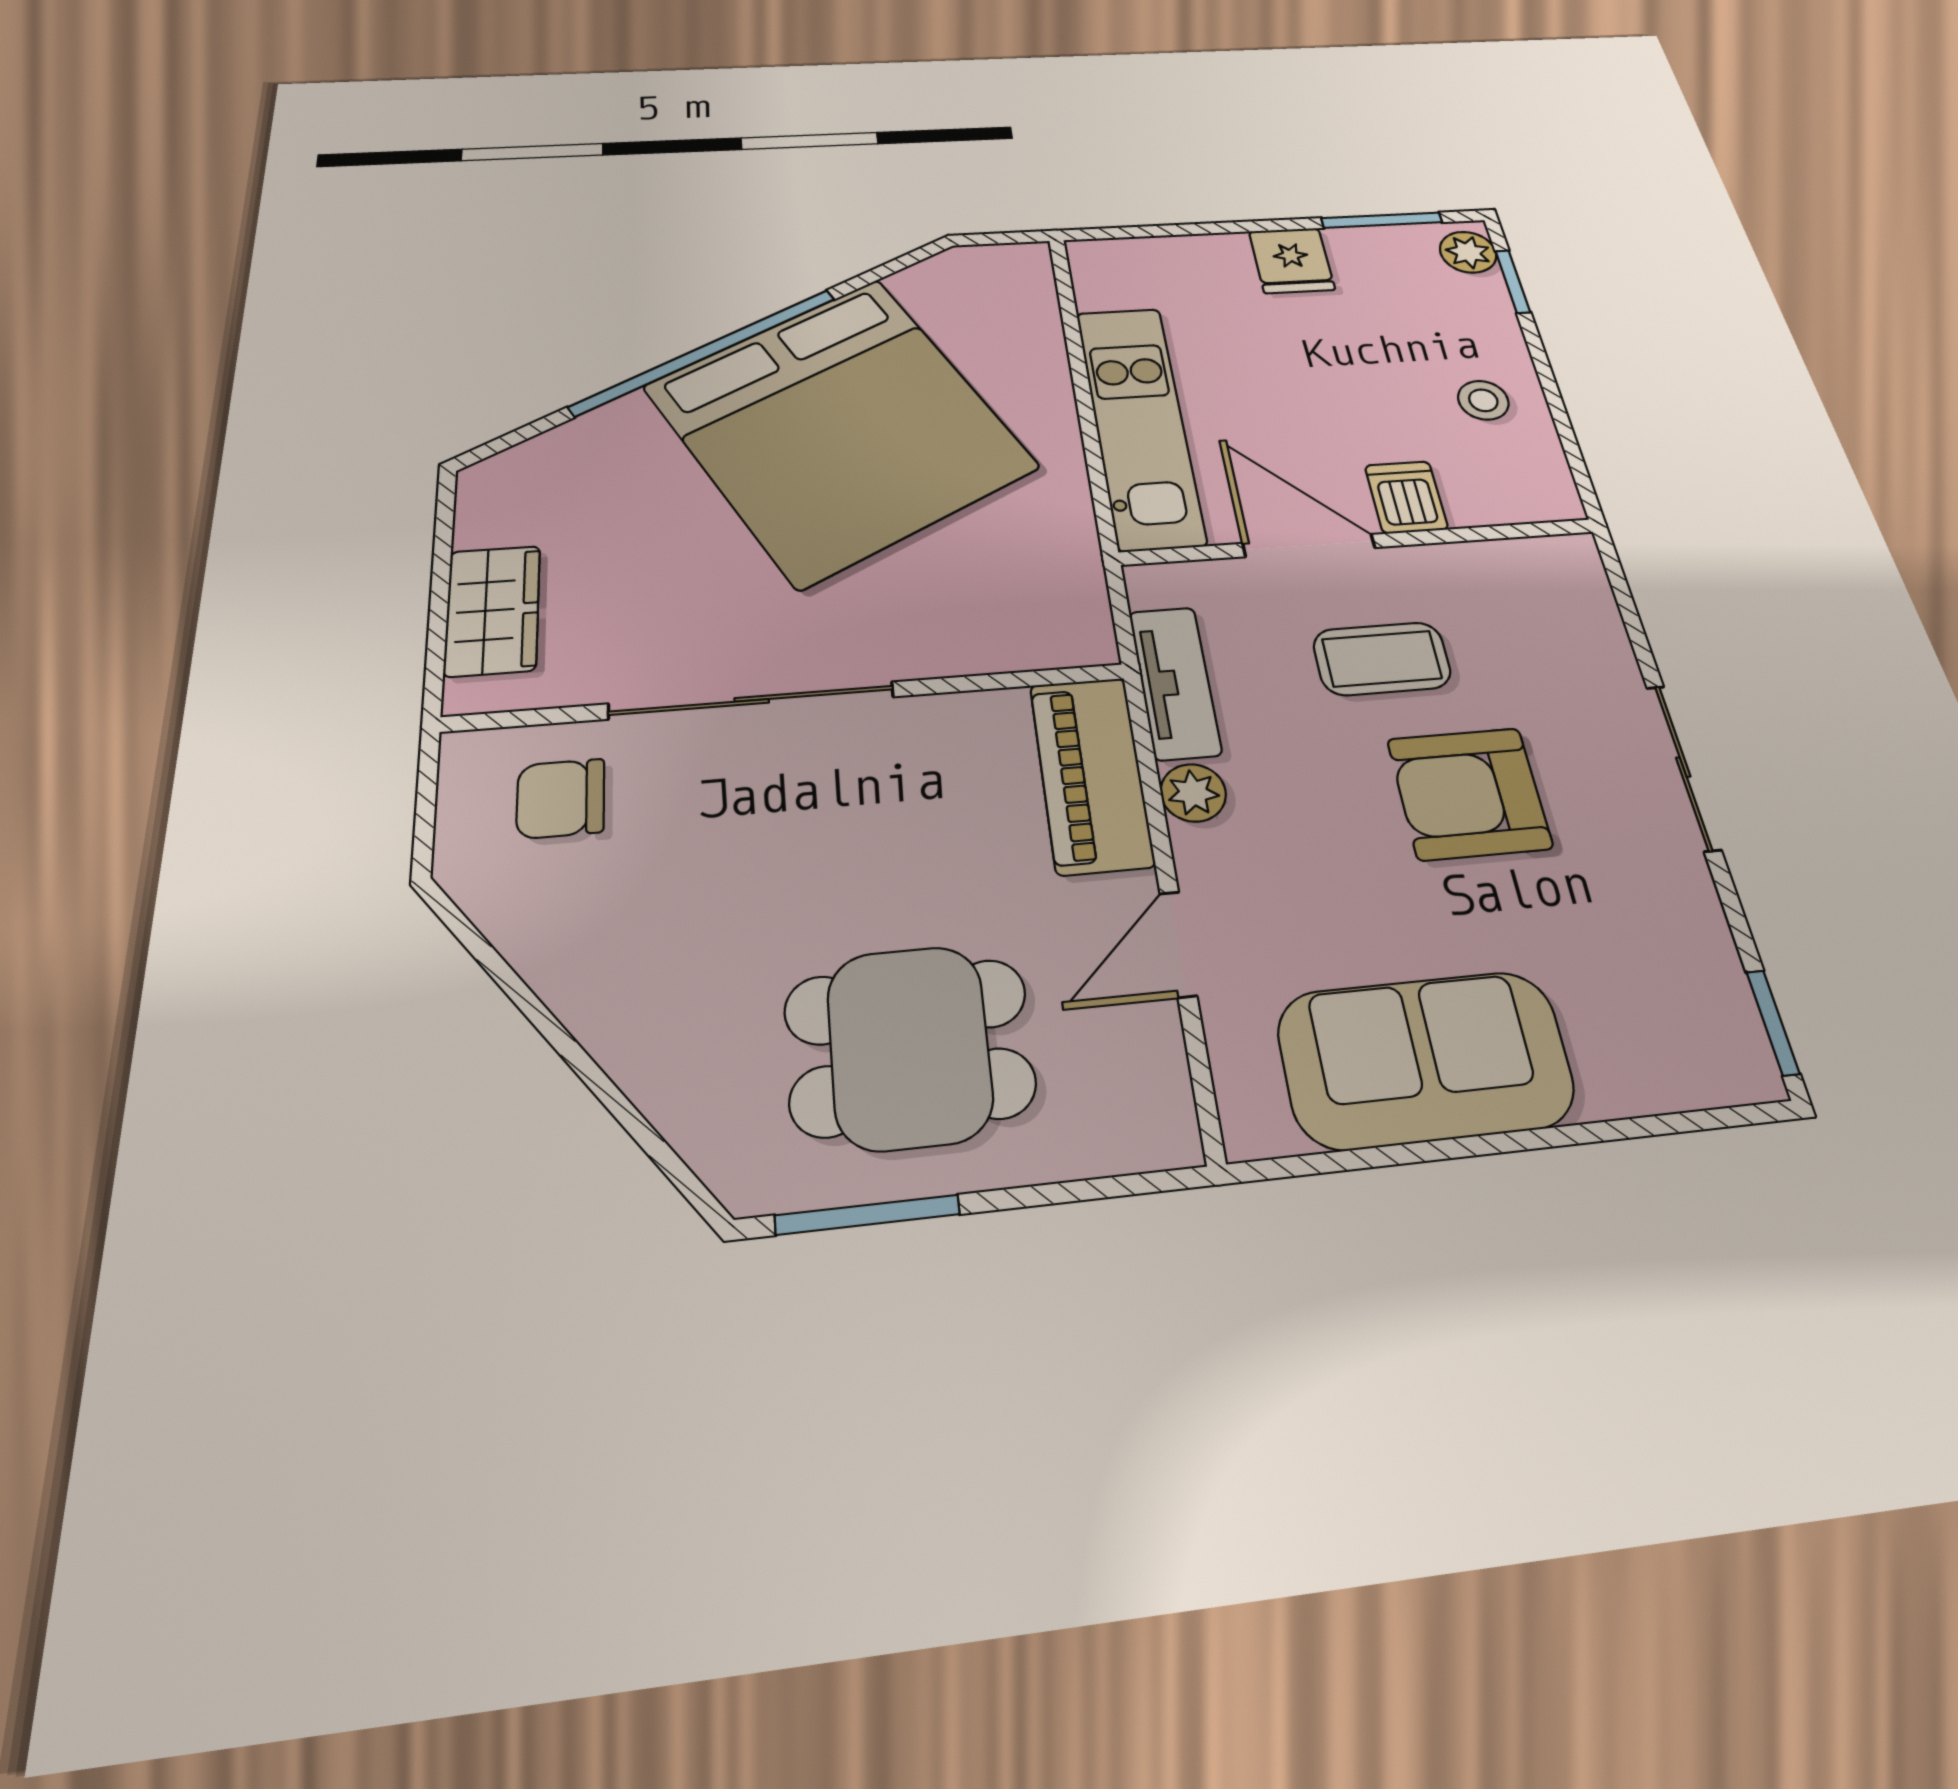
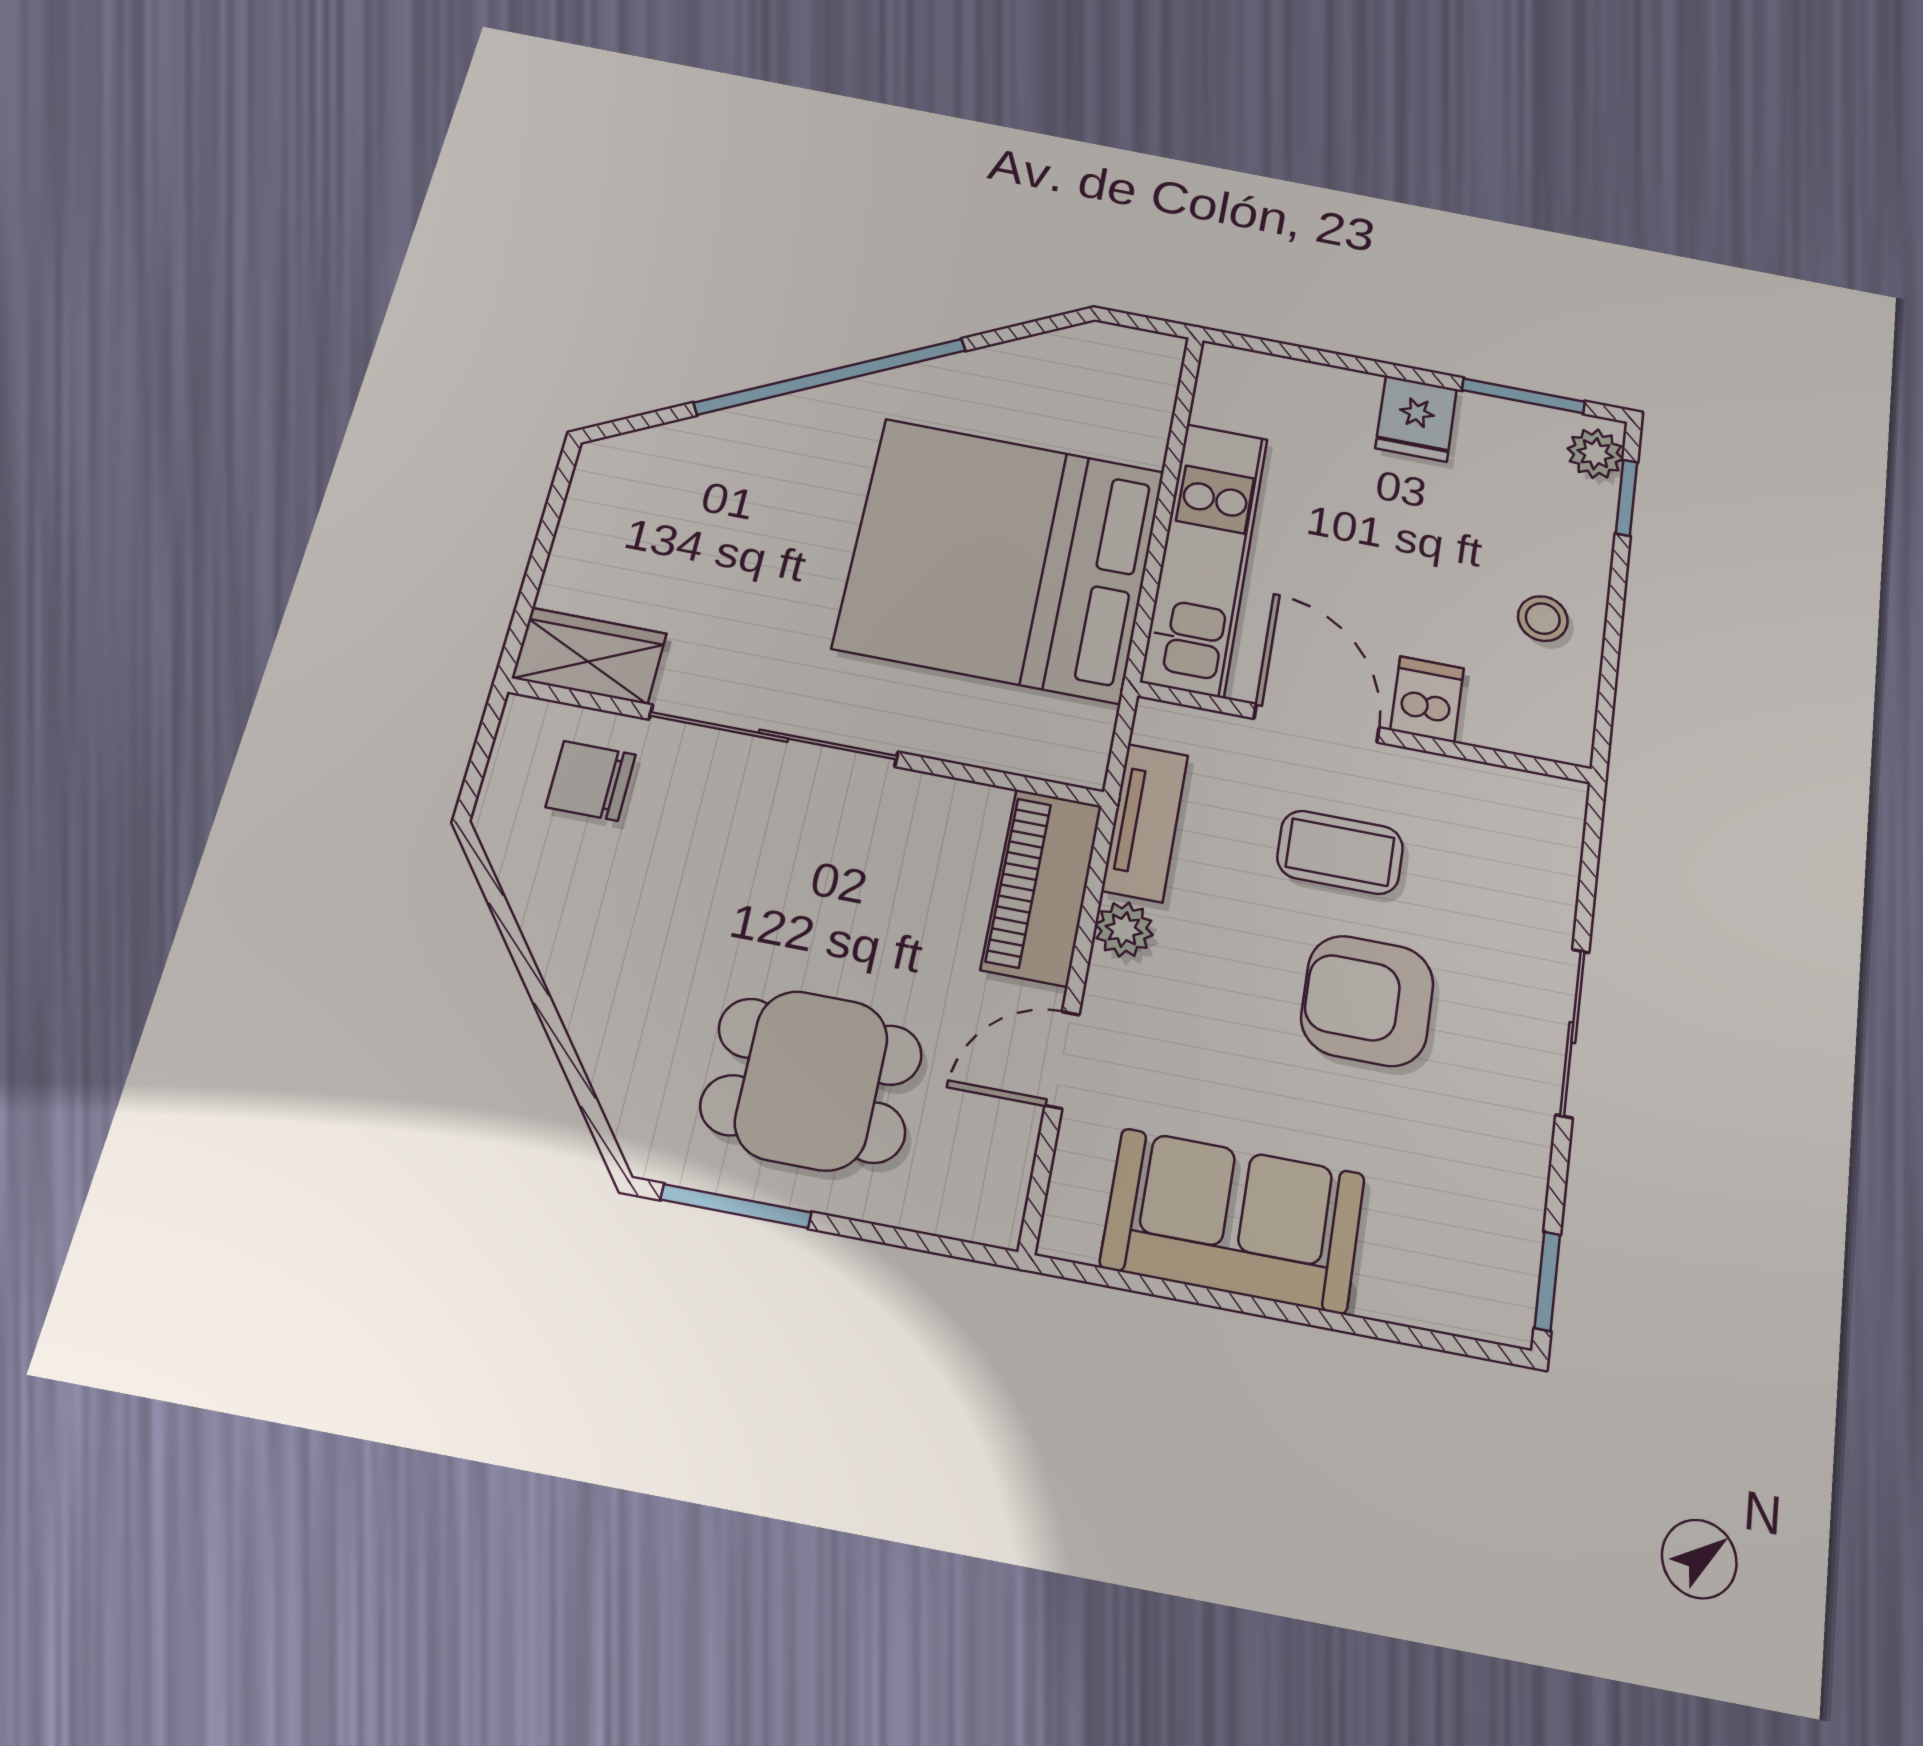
bed: (840, 427) -> (1001, 559), moved, turned 118
wardrobe: (493, 610) -> (589, 656), moved, turned -90

